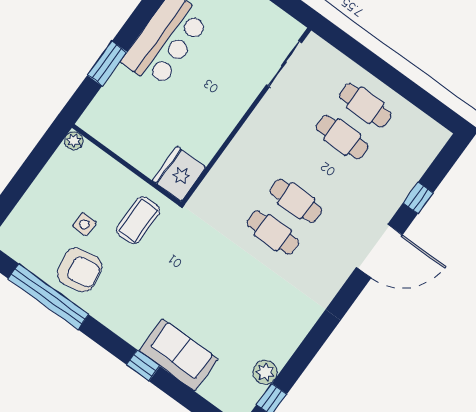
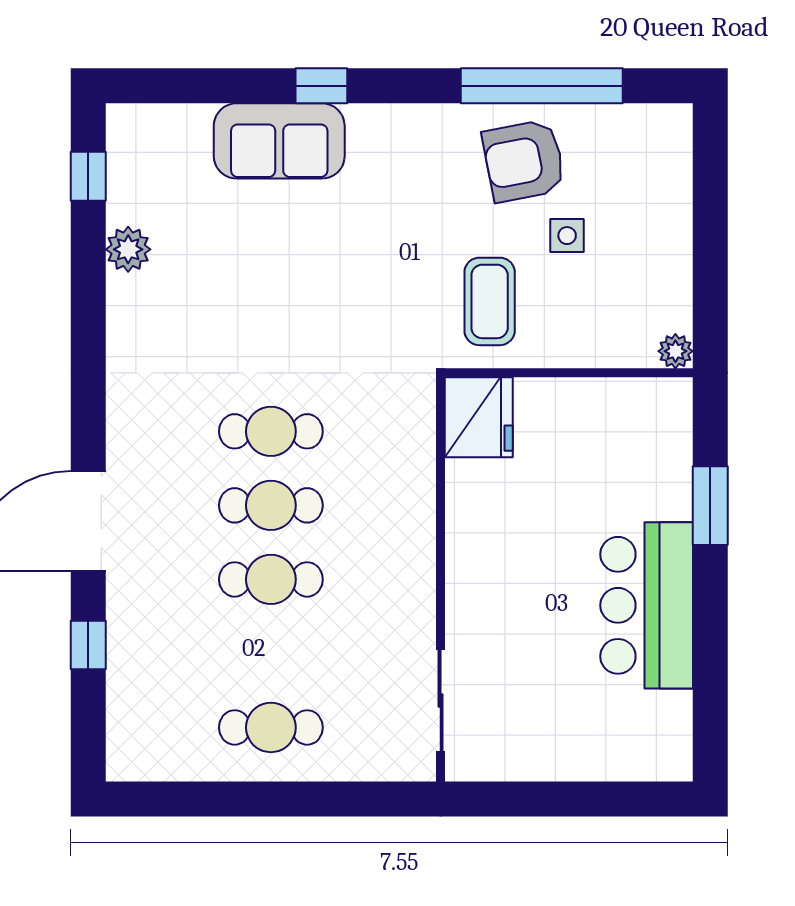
cafe table: (342, 137) -> (271, 579), moved
plant: (265, 372) -> (128, 249), moved

